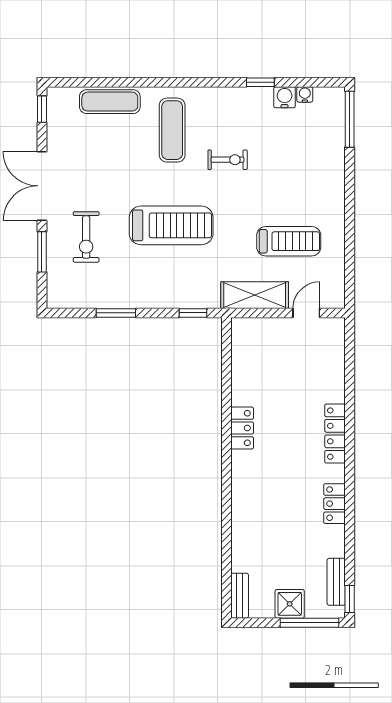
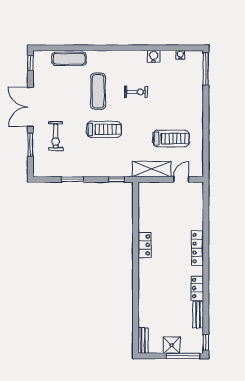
window: (260, 82) -> (155, 48), removed
water cooler: (285, 97) -> (154, 56), moved
exercise mat: (172, 130) -> (98, 91), moved
treadmill: (171, 225) -> (104, 129), width x0.73, depth x0.73
bench: (336, 582) -> (198, 315), moved

